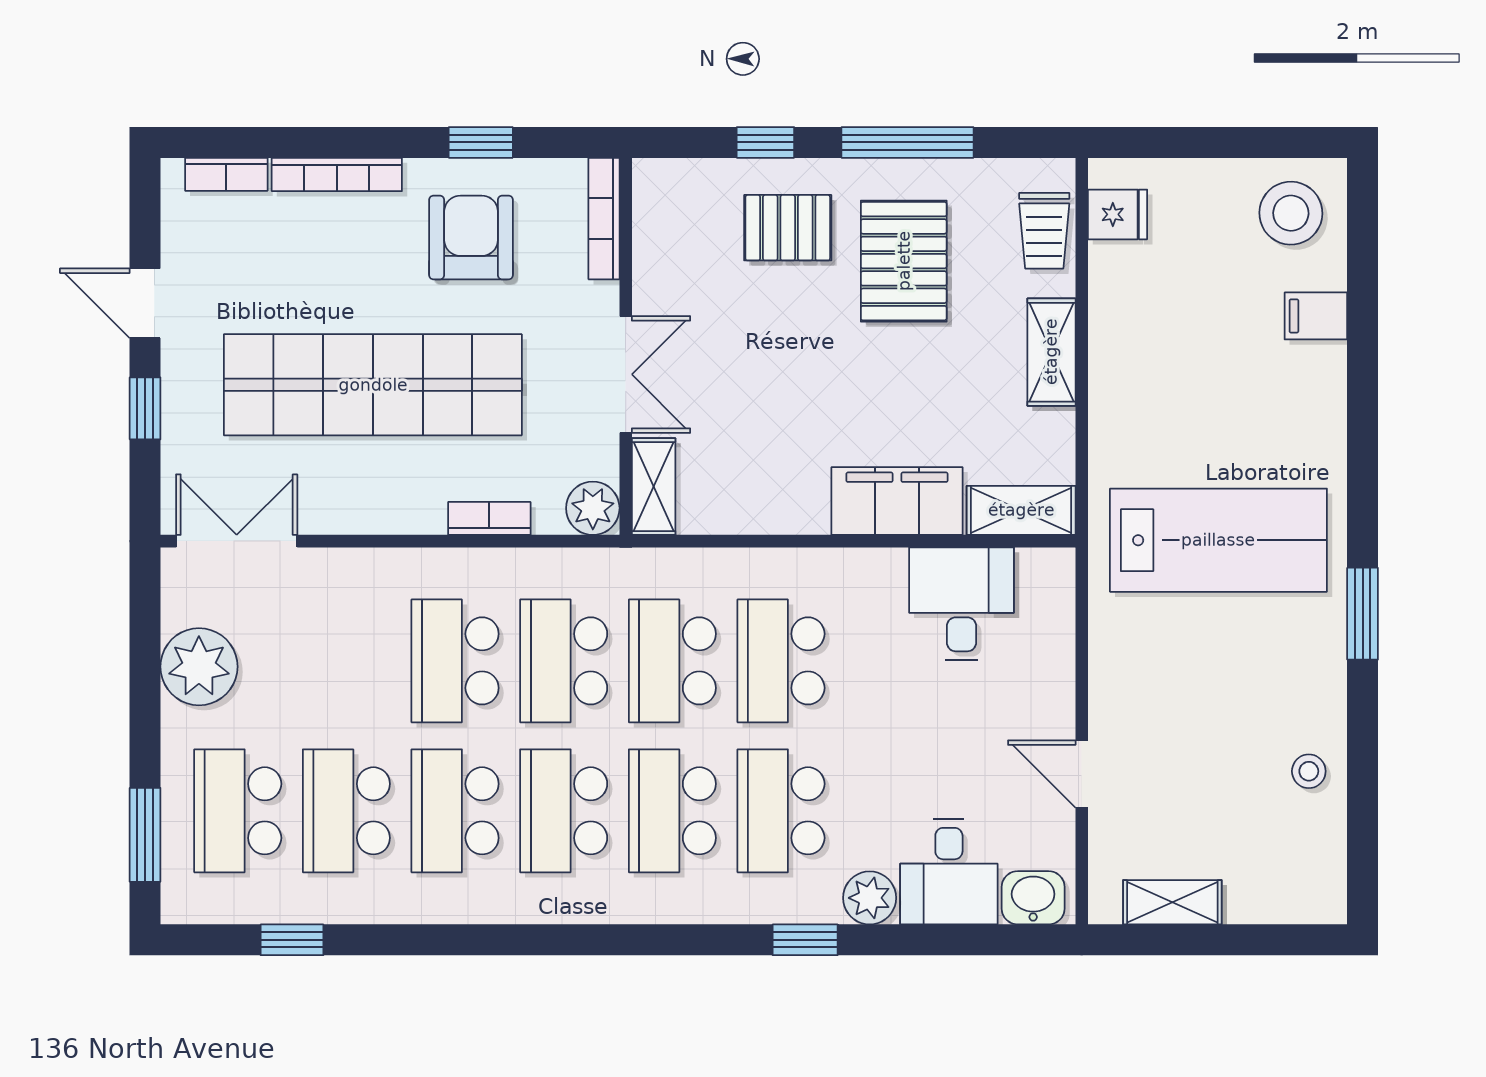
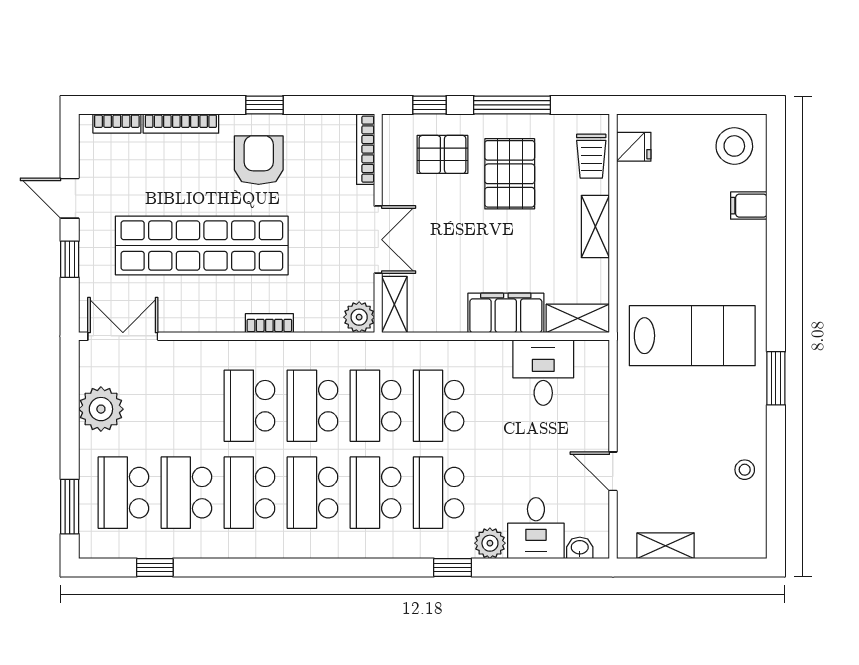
bookcase: (604, 219) -> (366, 149), moved
wall: (626, 346) -> (378, 223), moved
double door: (626, 374) -> (378, 240), moved
shelving: (654, 487) -> (394, 305), moved
plant: (593, 508) -> (359, 317), moved
washbasin: (1033, 898) -> (580, 548), width x0.72, depth x0.69

